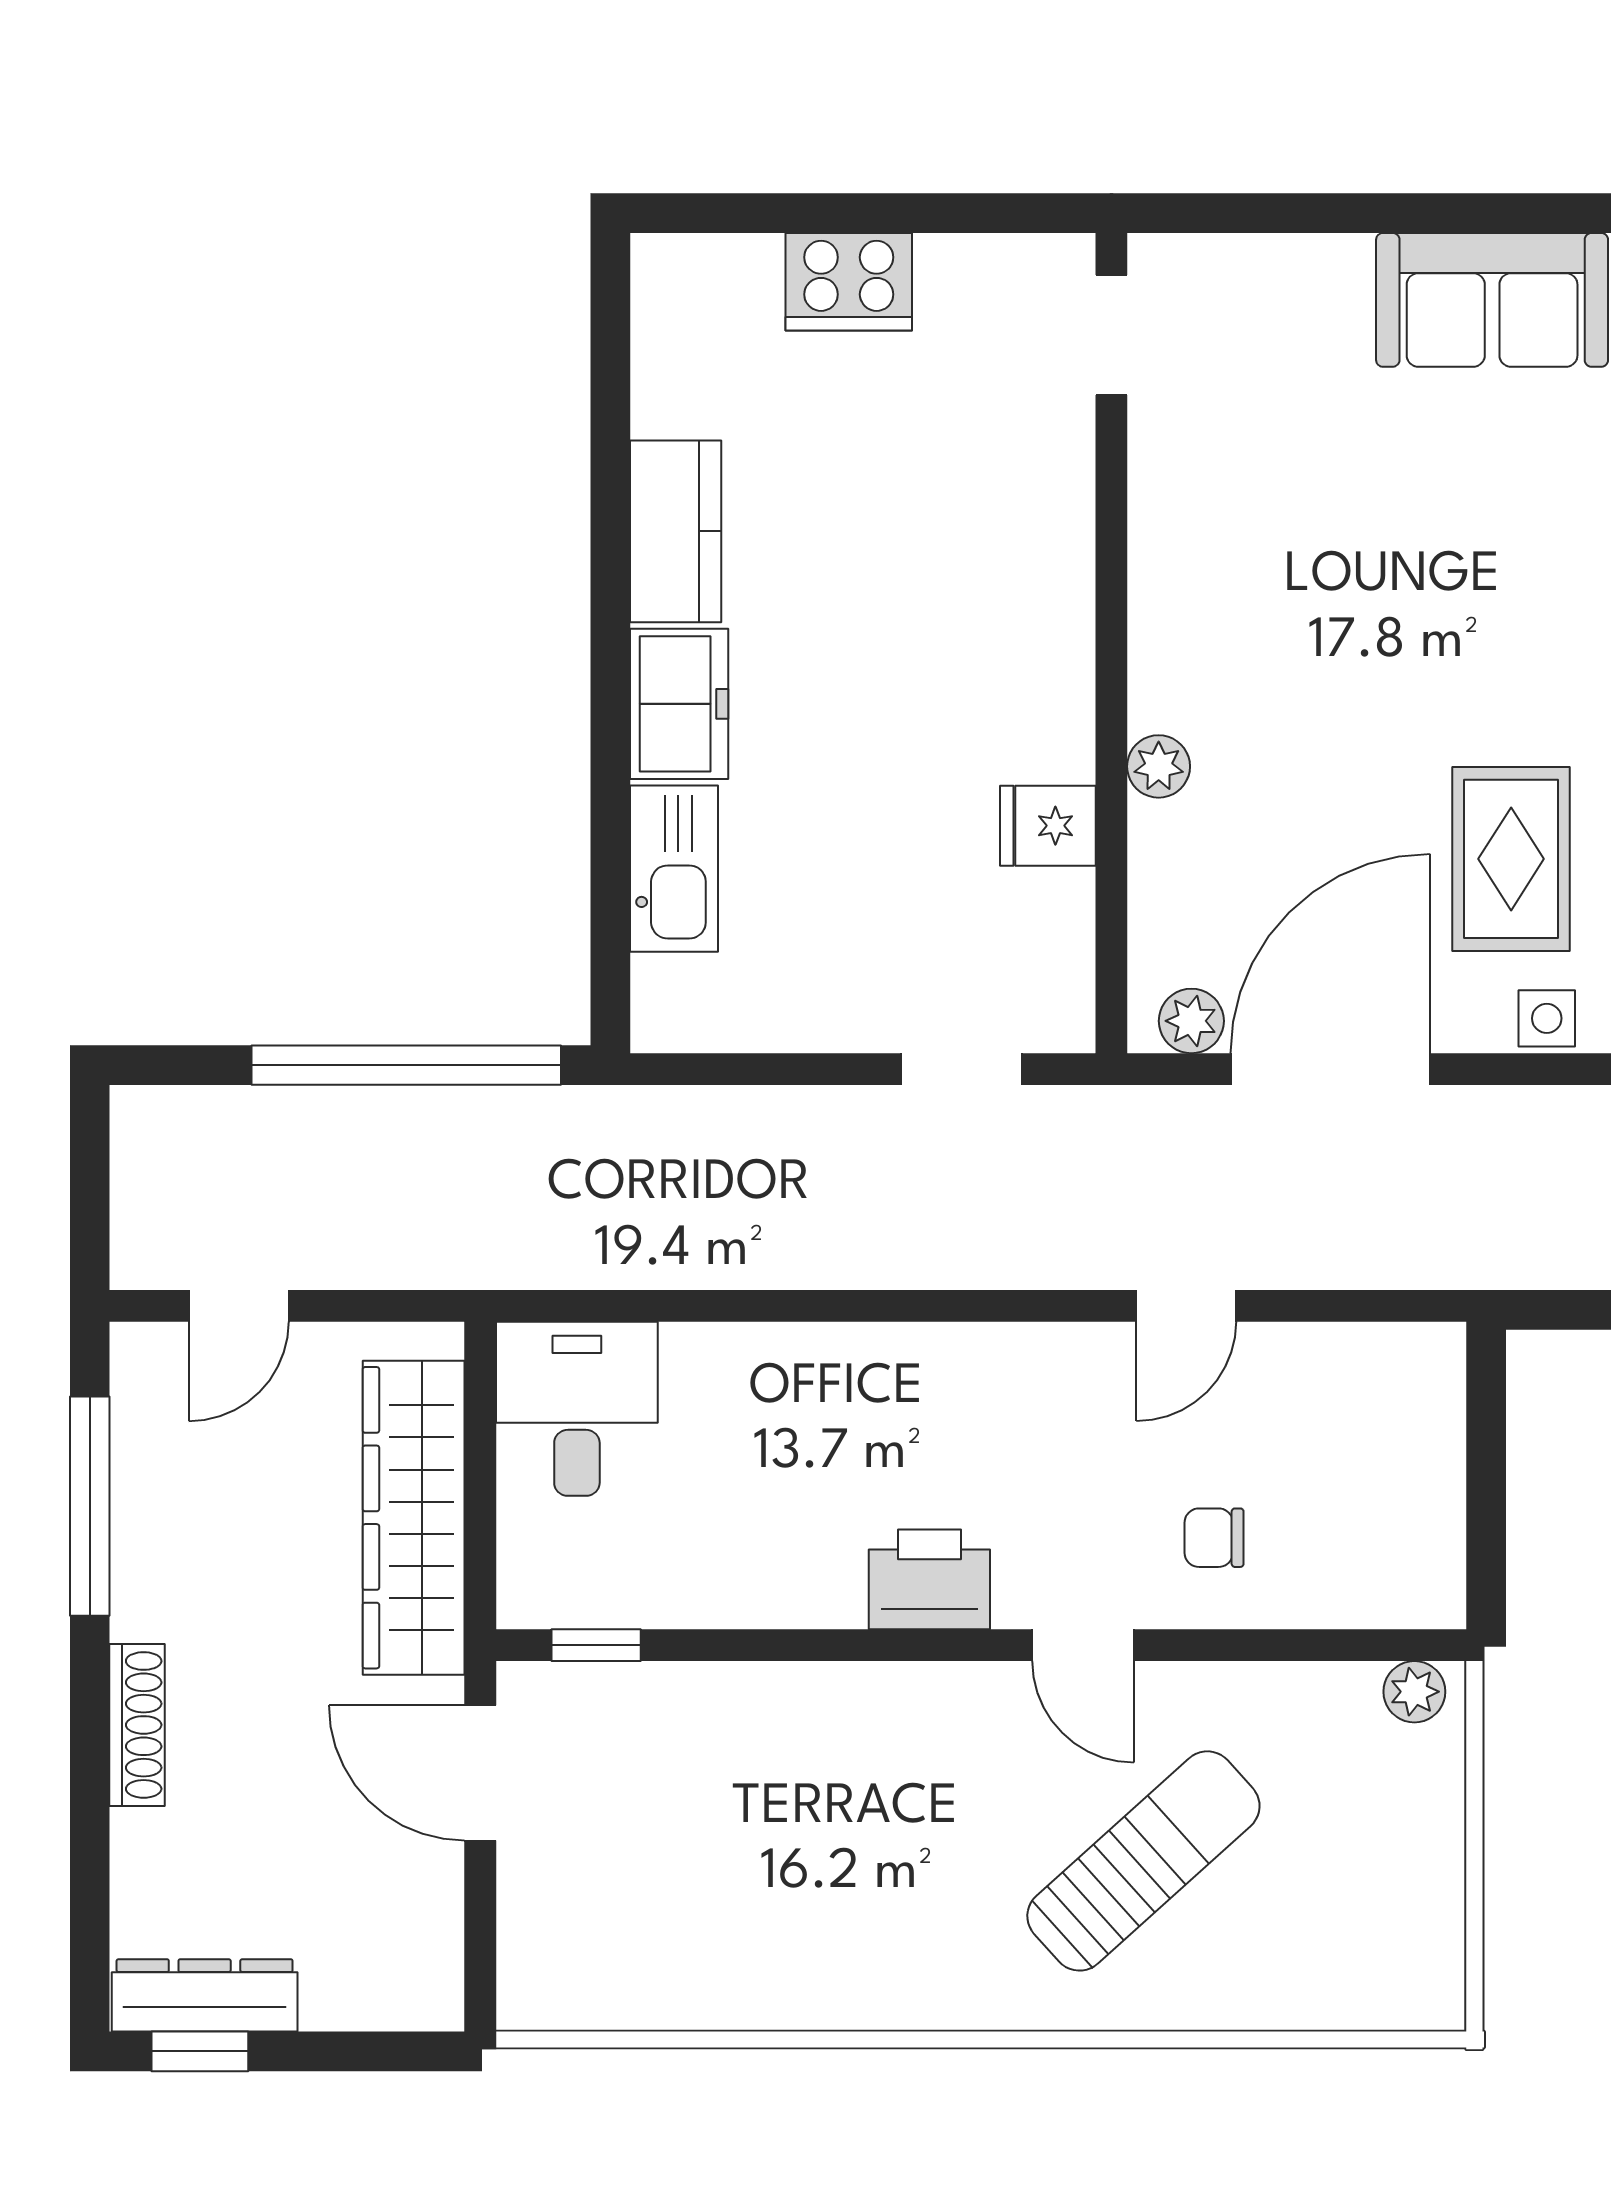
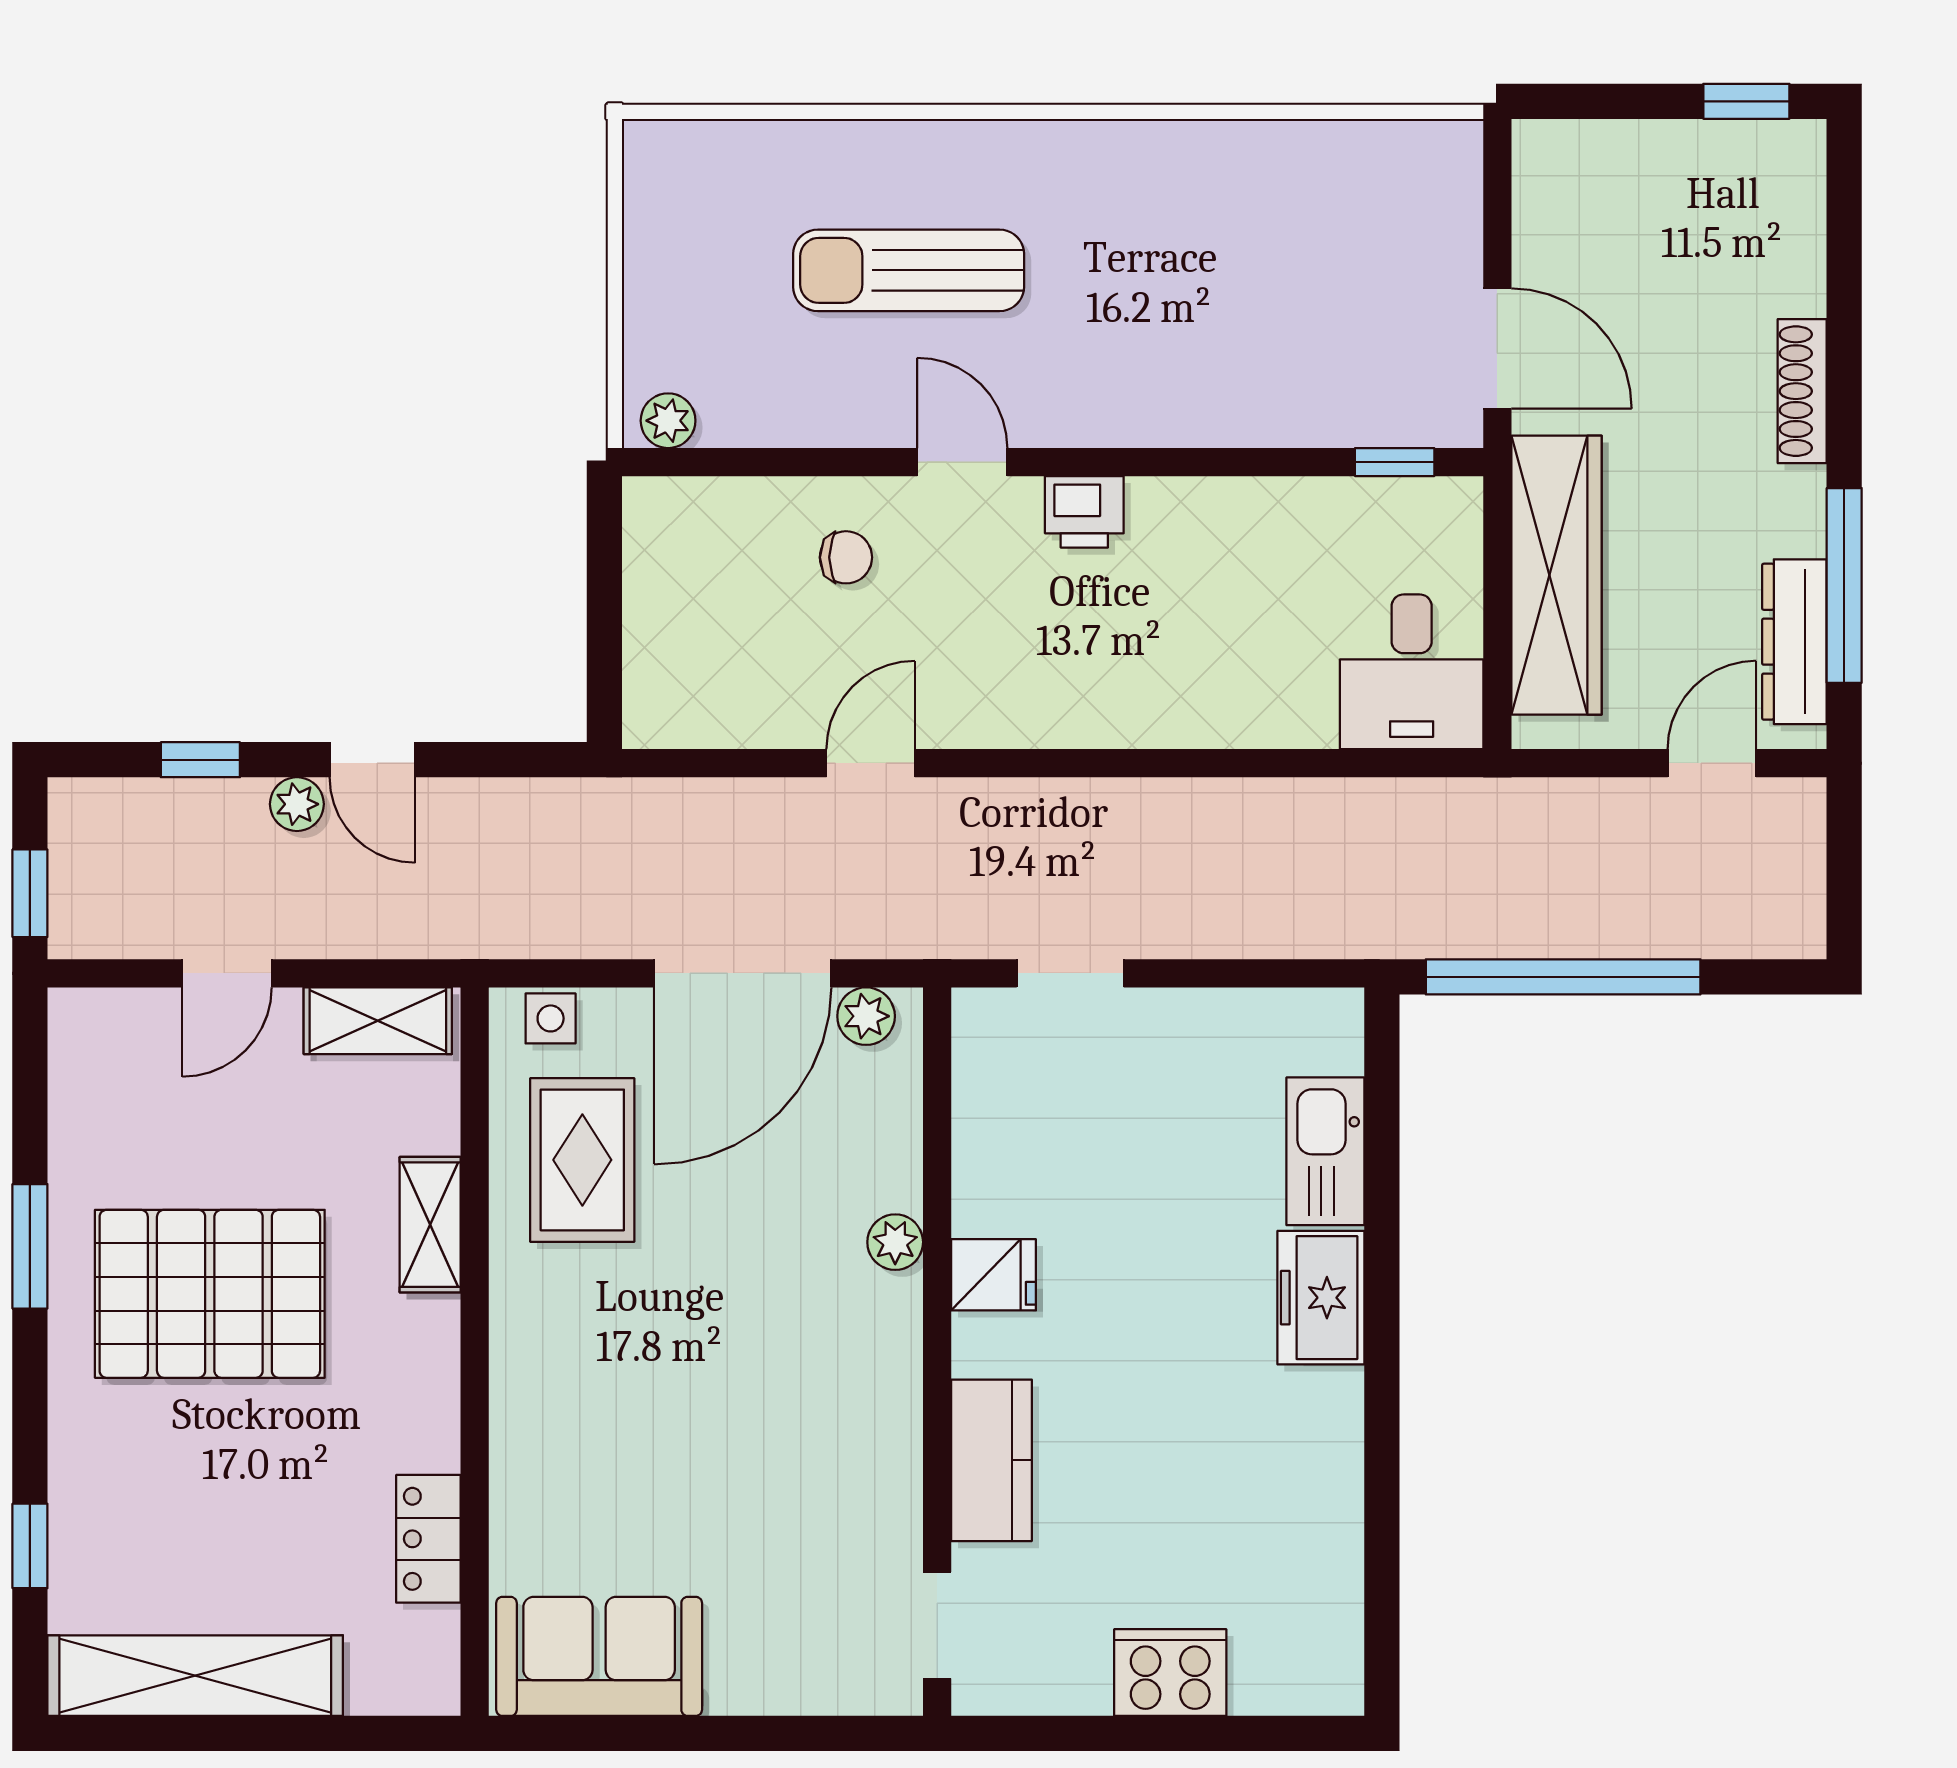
kitchen counter: (676, 531) -> (991, 1460), moved, turned 180
fridge: (1048, 826) -> (994, 1275), moved
printer: (929, 1579) -> (1084, 512), width x0.73, depth x0.81
sun lounger: (1143, 1861) -> (909, 270), turned 42
dresser: (205, 1995) -> (1794, 642), moved, turned 90

